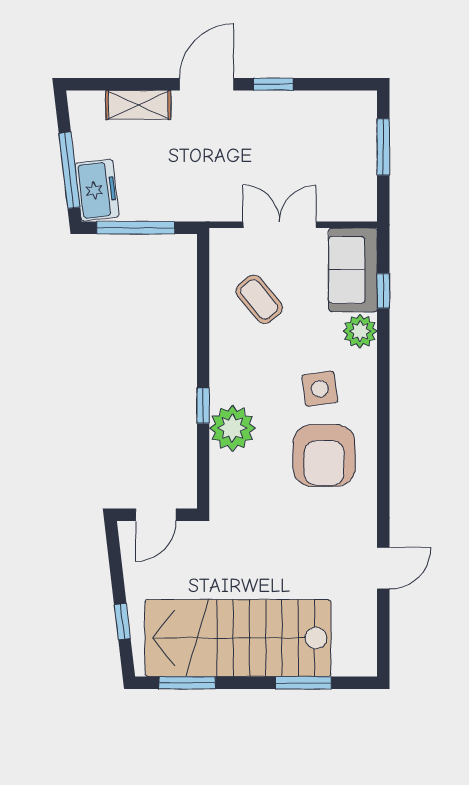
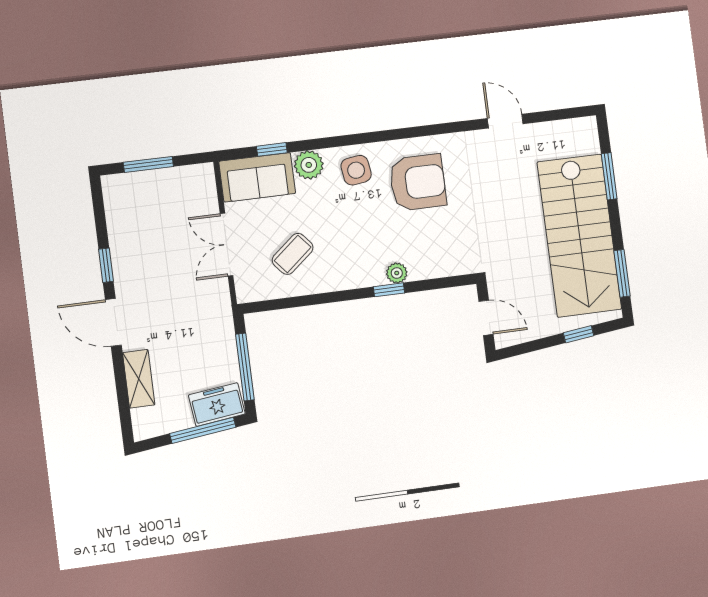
side table: (320, 389) -> (356, 170), moved
plant: (232, 428) -> (397, 273), width x0.53, depth x0.53

